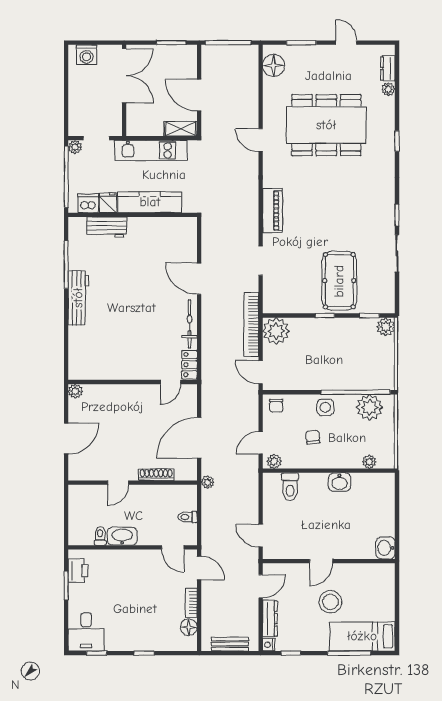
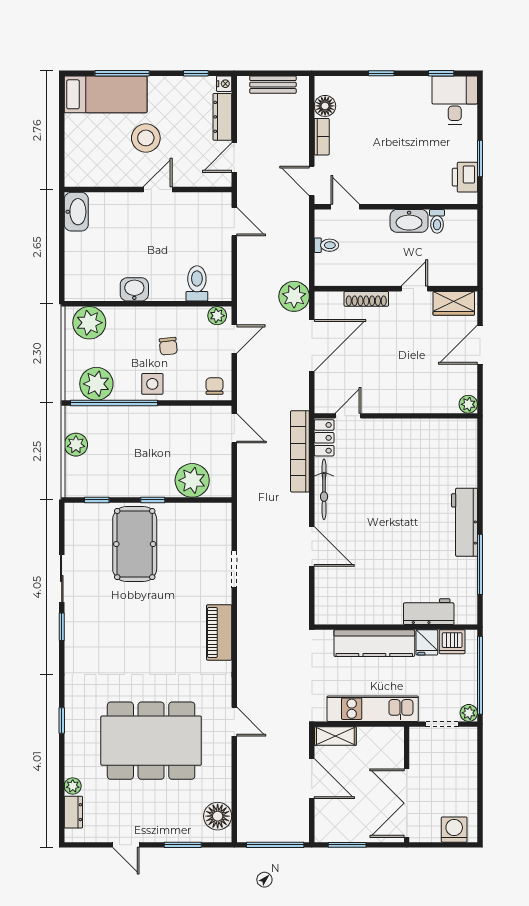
bookcase: (251, 324) -> (300, 451), moved, turned 180
plant: (386, 327) -> (76, 445), moved
plant: (276, 331) -> (192, 480), moved
plant: (369, 462) -> (89, 323), width x1.87, depth x1.87
wardrobe: (87, 471) -> (454, 303), added
plant: (208, 482) -> (294, 296), width x1.87, depth x1.87
washbasin: (385, 548) -> (76, 212), width x1.38

